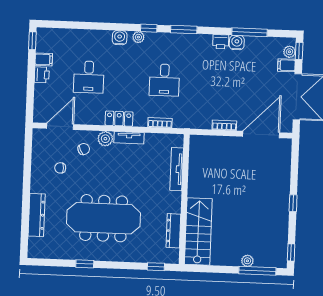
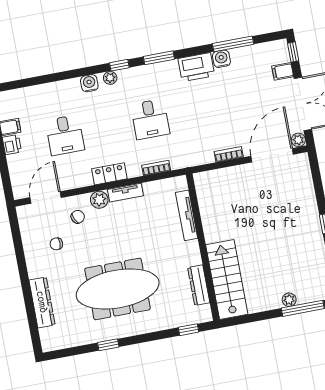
printer: (221, 42) -> (196, 67), width x1.87, depth x1.48
plant: (289, 52) -> (298, 140), moved

